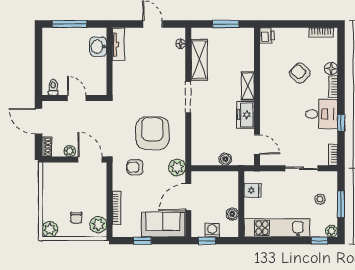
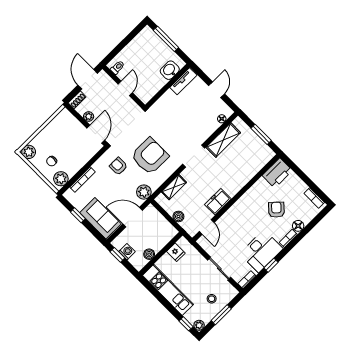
printer: (267, 35) -> (277, 173), width x1.87, depth x1.48
shelving: (248, 86) -> (174, 187), moved
desk: (322, 114) -> (261, 251), width x1.37

